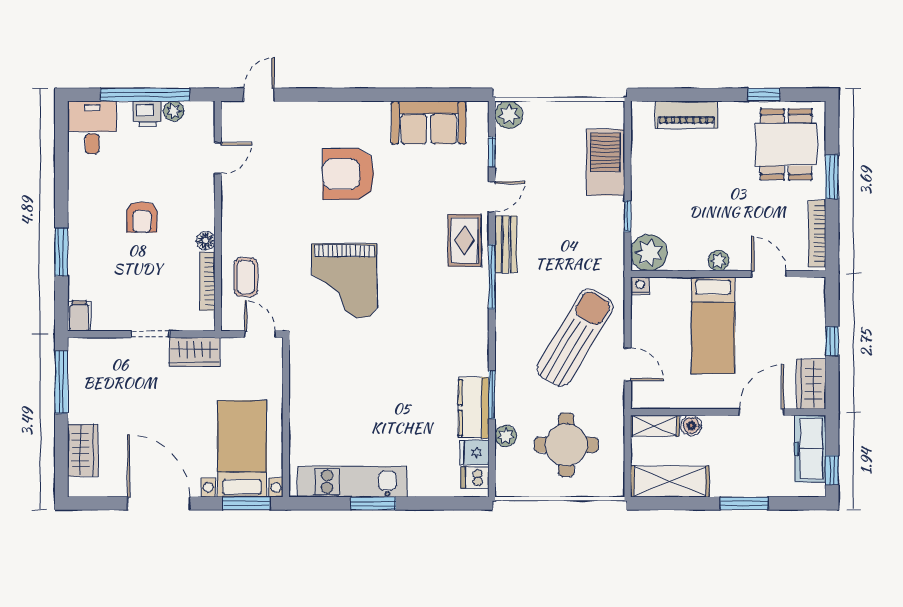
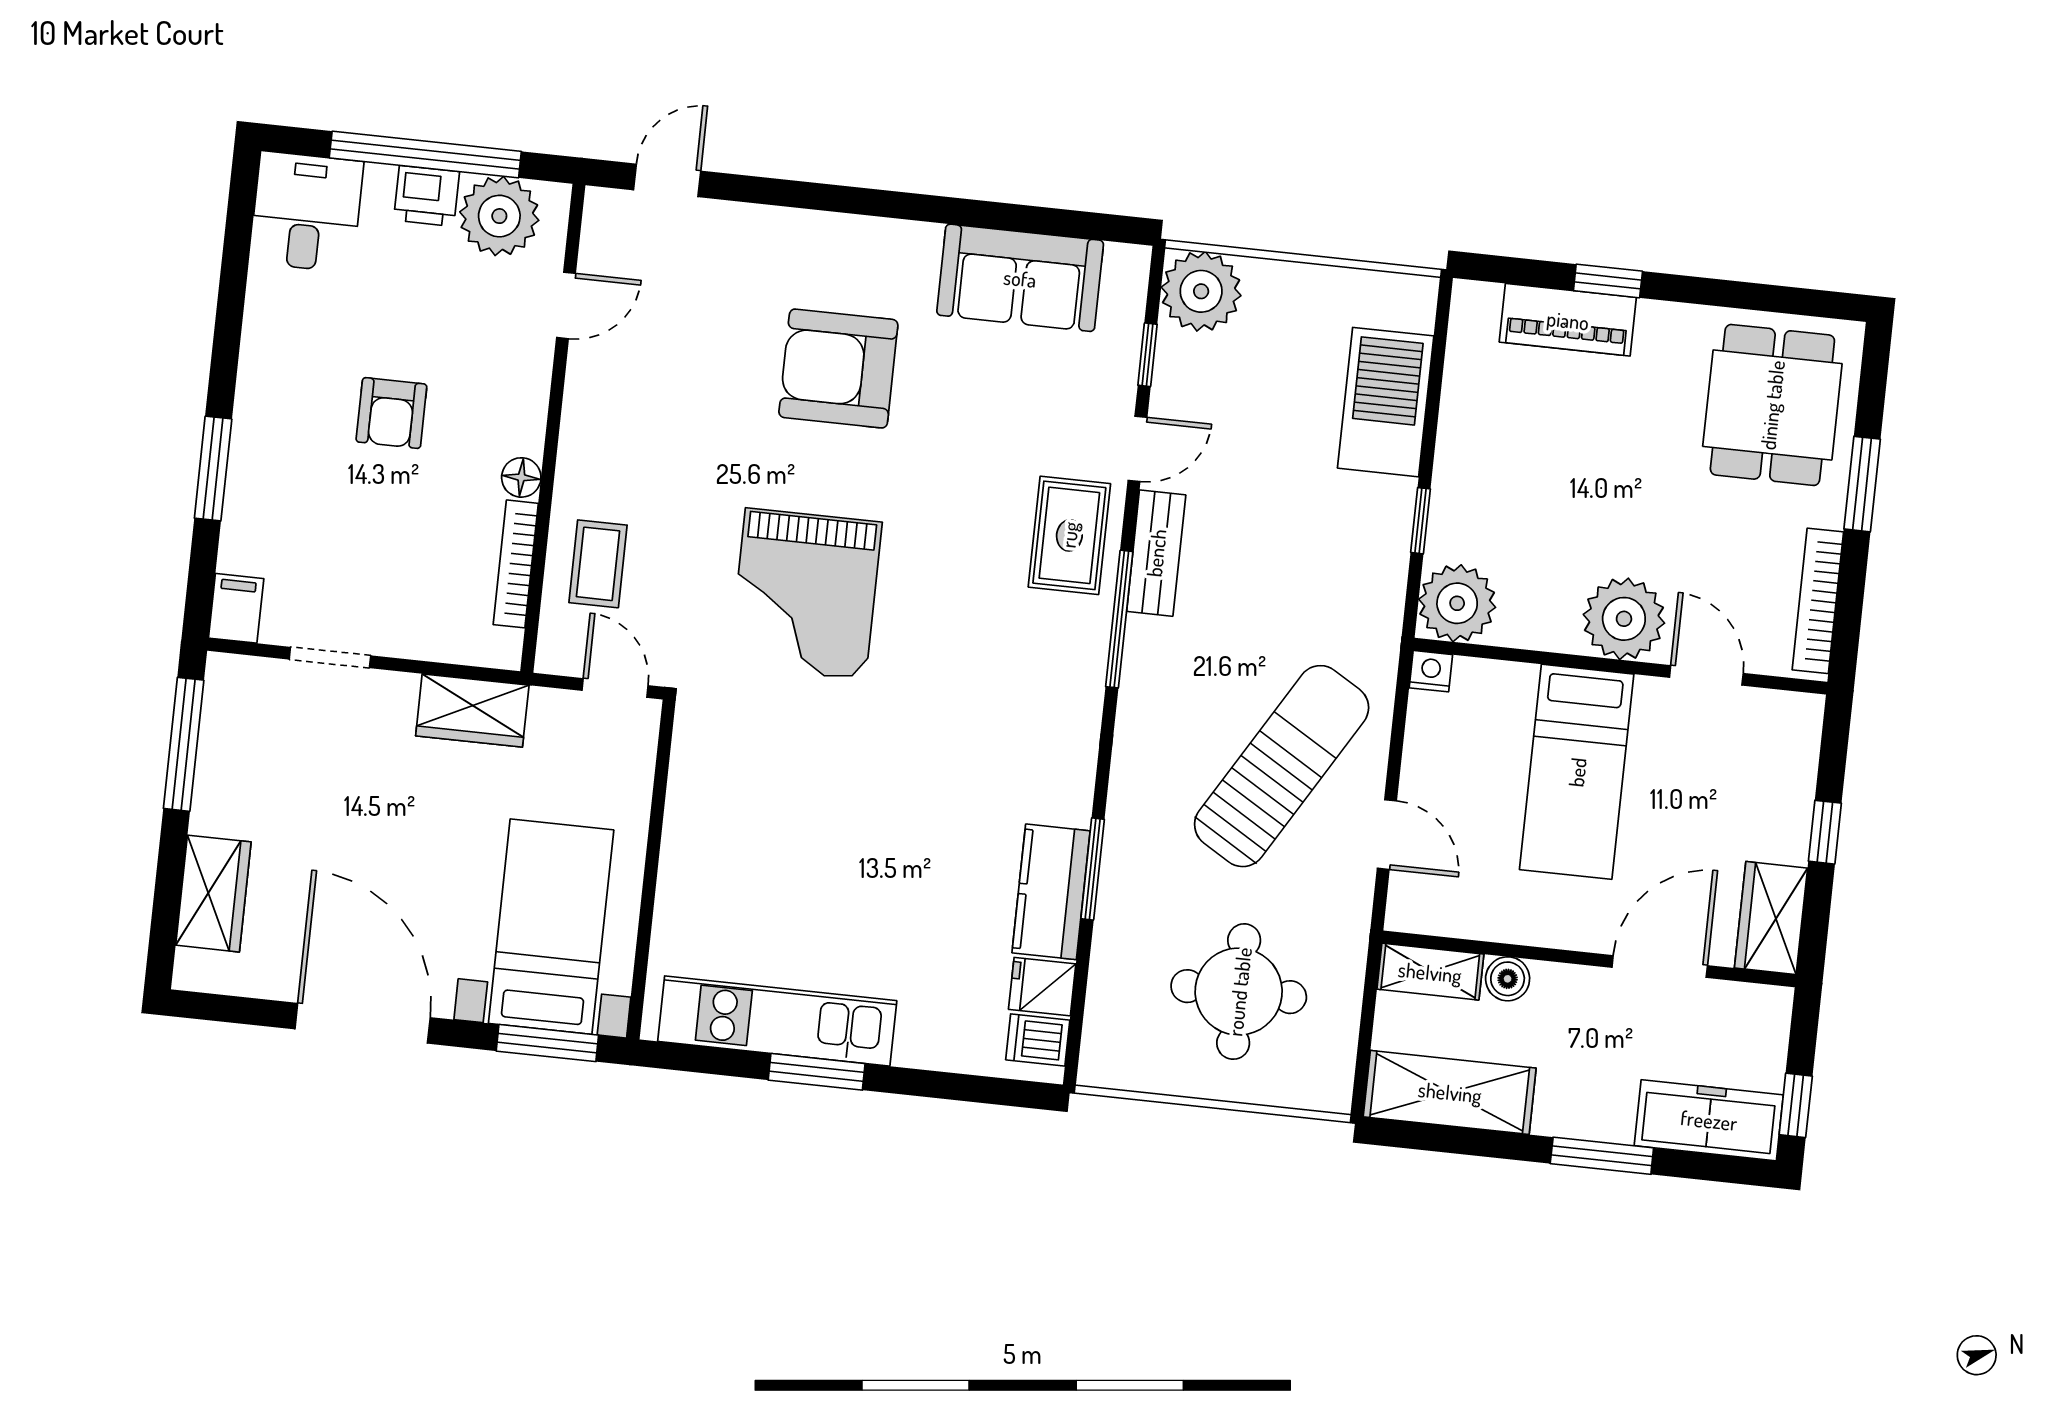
window: (764, 95) -> (1608, 281), moved
plant: (174, 111) -> (499, 216), width x1.88, depth x1.88
plant: (509, 115) -> (1201, 291), width x1.36, depth x1.36
plant: (719, 261) -> (1624, 619), width x1.88, depth x1.88
doorway: (150, 334) -> (330, 657), moved
plant: (506, 436) -> (1112, 959), removed
freezer: (810, 449) -> (1709, 1120), moved, turned 90

